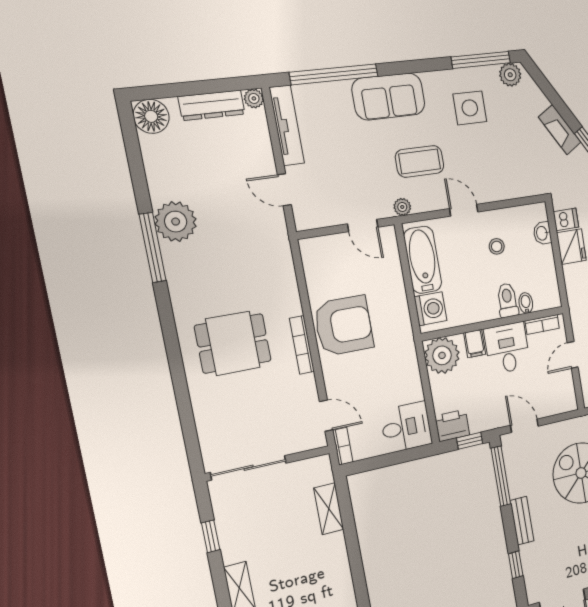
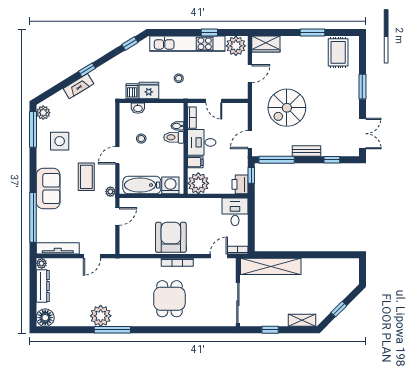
shelving: (329, 509) -> (271, 266), width x2.20, depth x1.33

